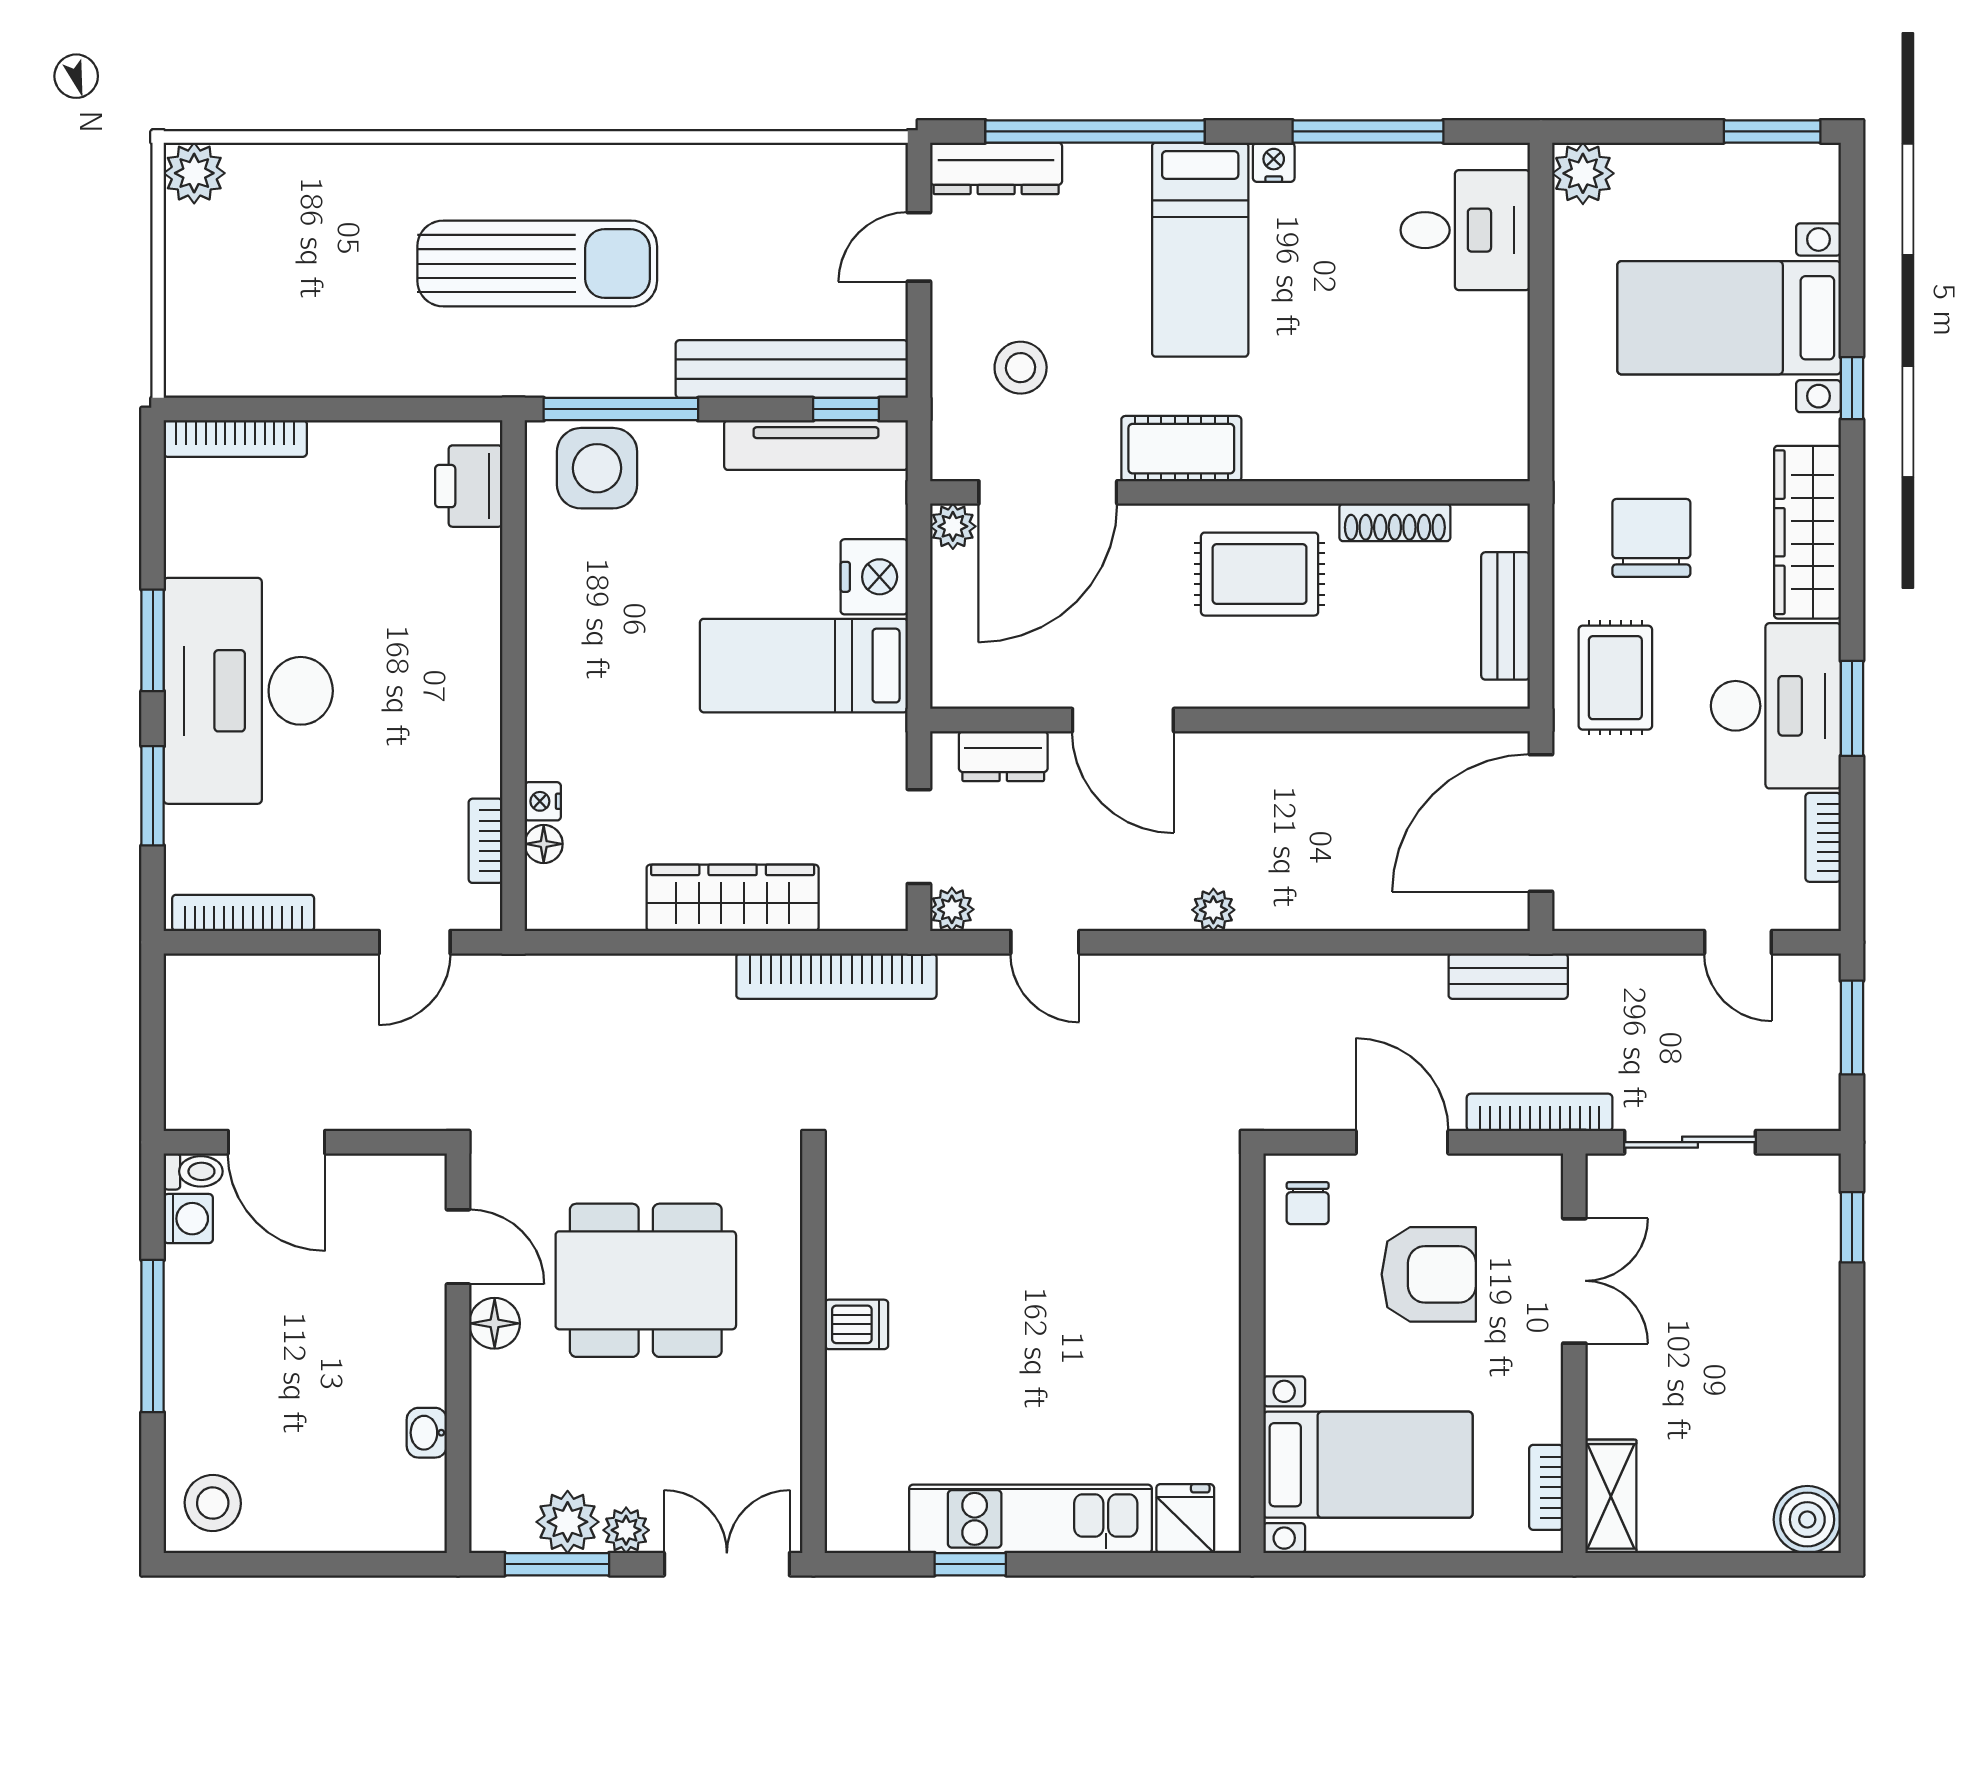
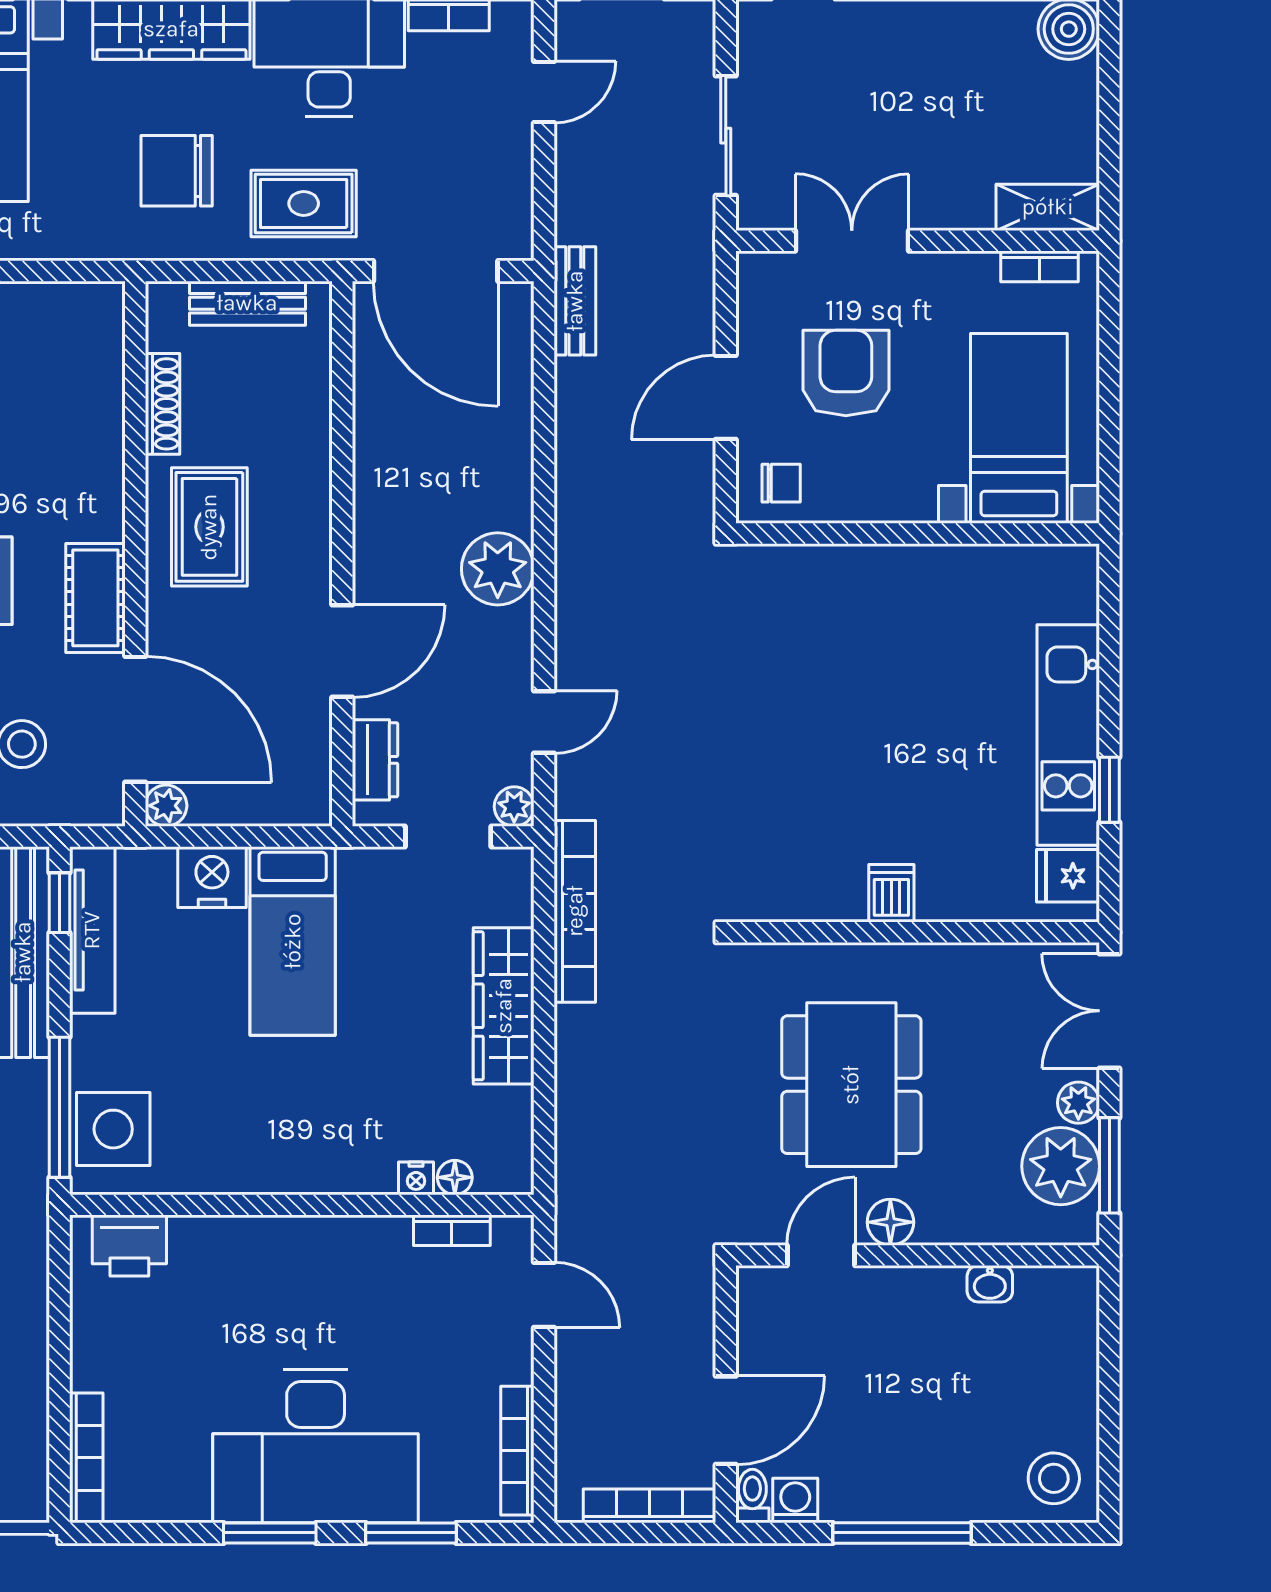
plant: (1213, 910) -> (498, 569), width x1.88, depth x1.88
bookcase: (1540, 1112) -> (649, 1506), moved, turned 90
fridge: (1185, 1519) -> (1068, 876), moved
plant: (568, 1522) -> (1061, 1166), width x1.36, depth x1.36

